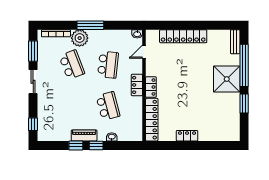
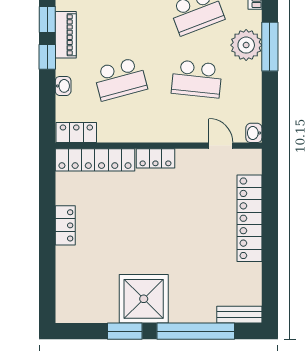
plant: (80, 38) -> (246, 45), moved
shower: (227, 79) -> (144, 299), moved
locker: (137, 85) -> (76, 133), moved

